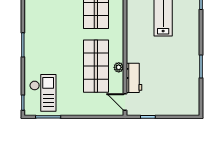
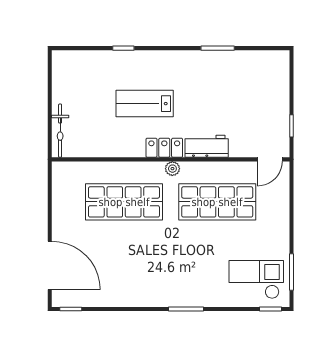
locker: (133, 30) -> (164, 148), added
plant: (119, 67) -> (172, 169), moved
workbench: (134, 78) -> (207, 146), moved

